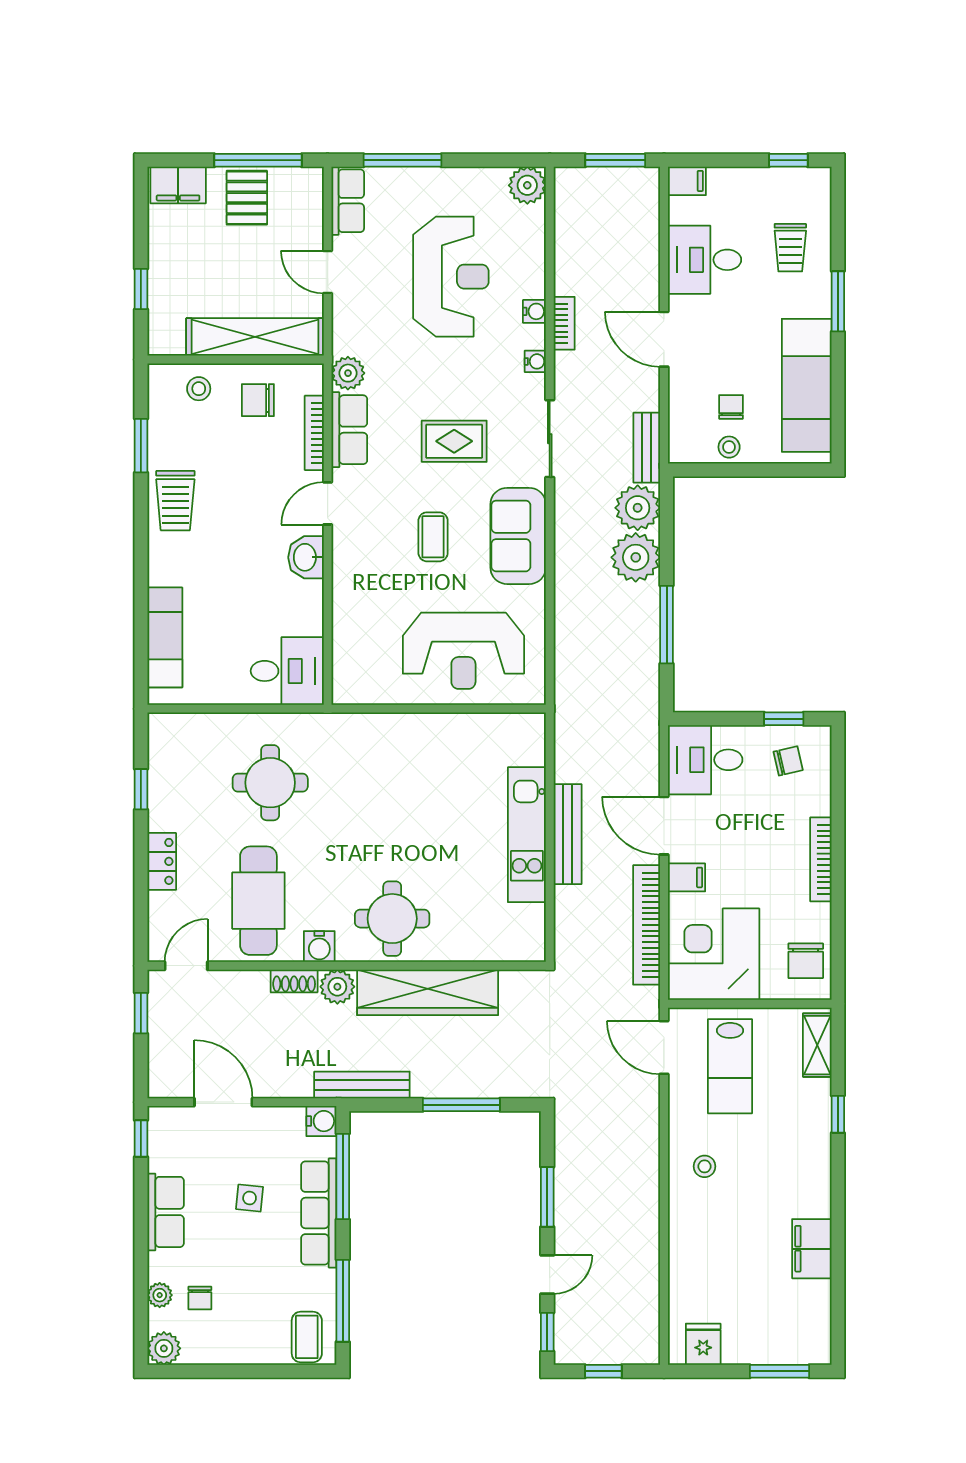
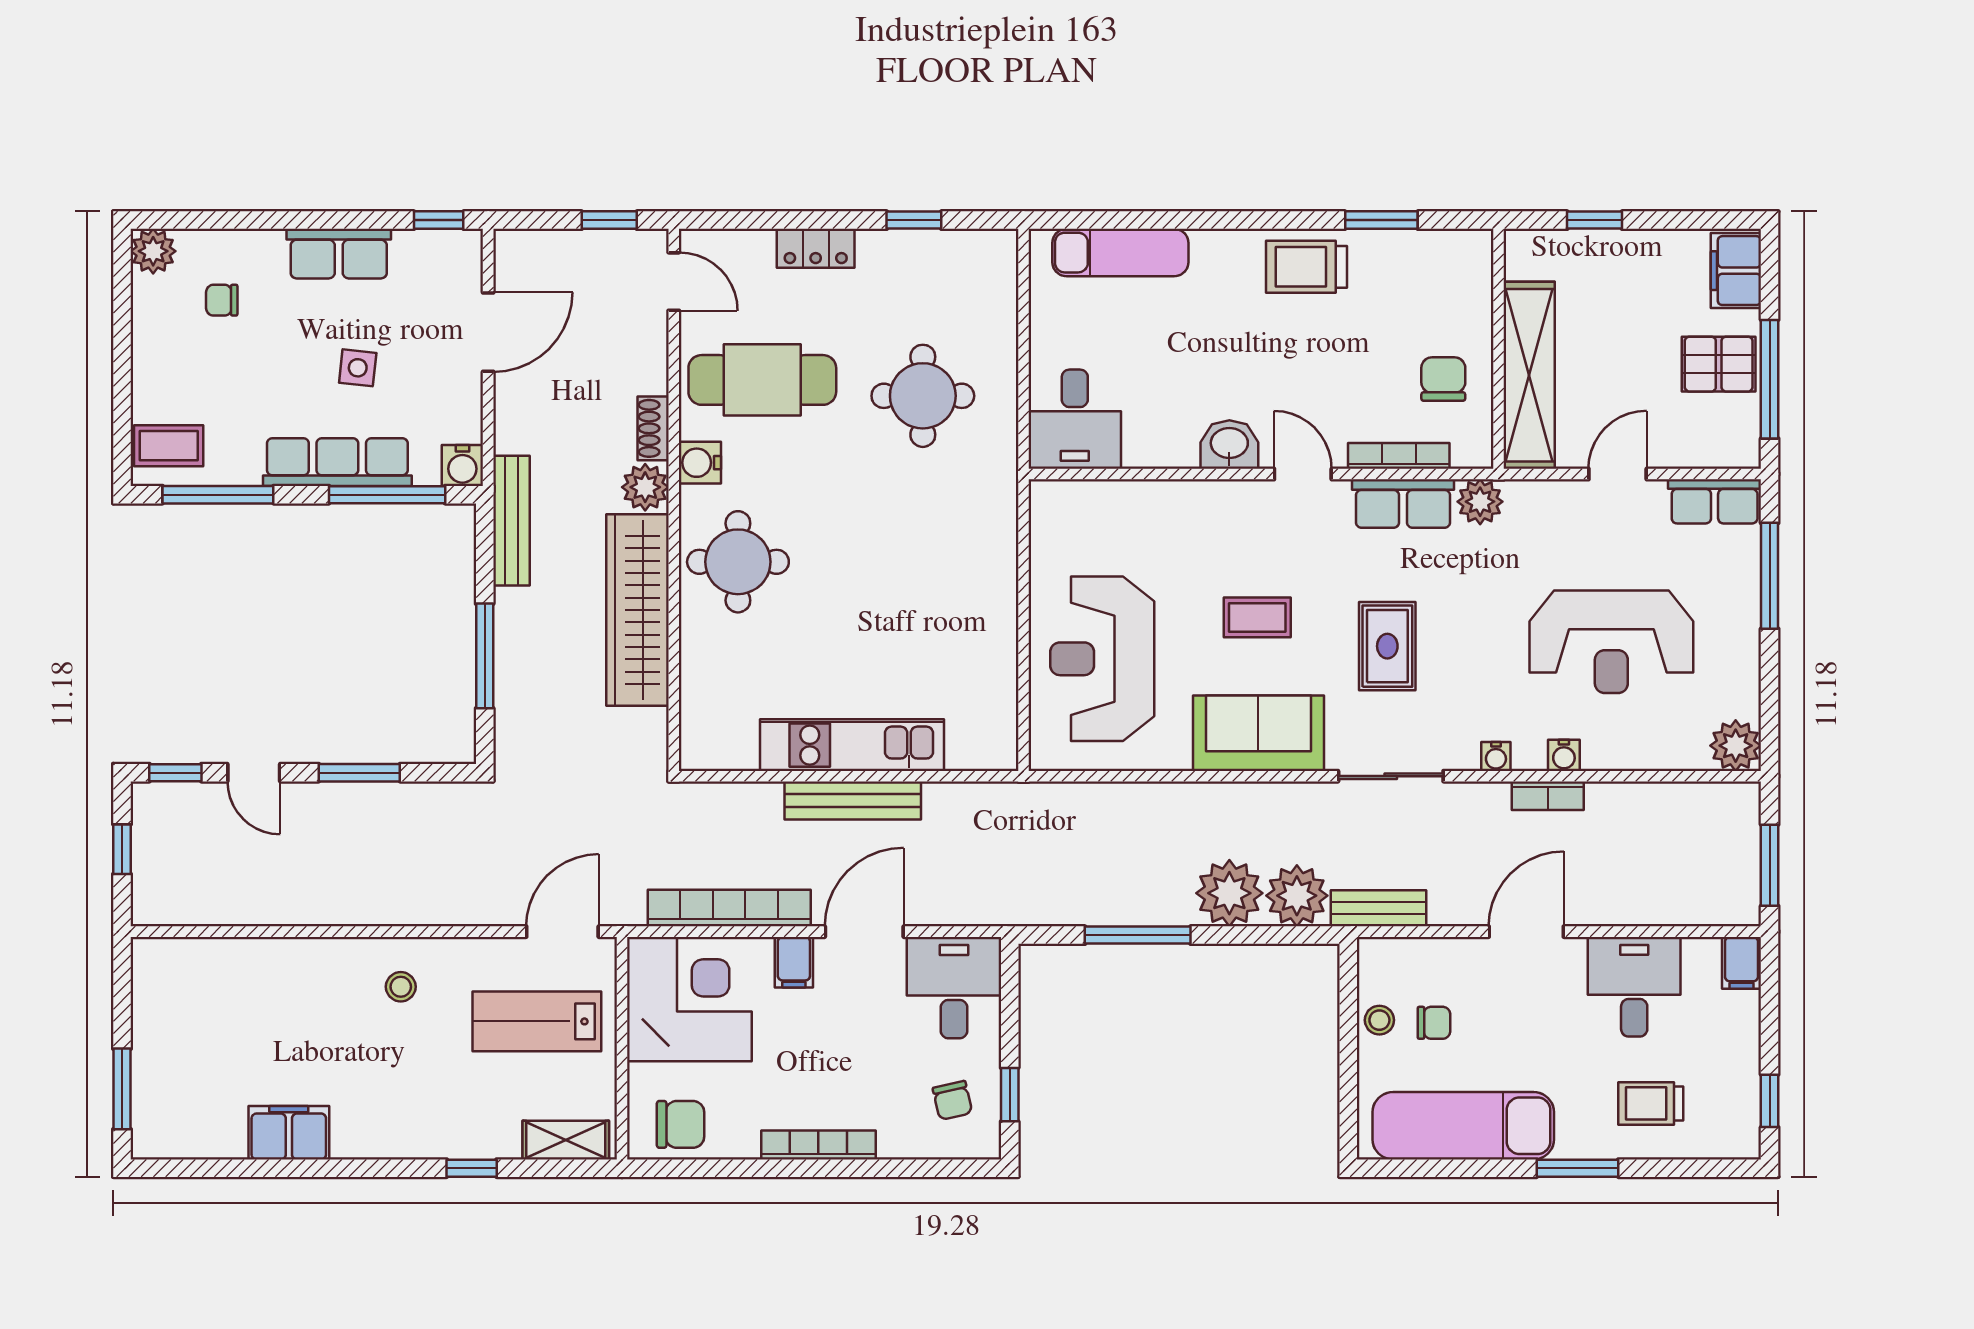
stool: (199, 389) -> (1459, 299), removed
chair: (806, 961) -> (681, 1124), turned 180
plant: (160, 1295) -> (226, 246), removed
fridge: (703, 1344) -> (159, 985), removed

